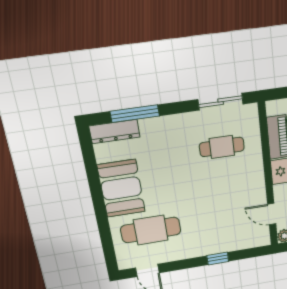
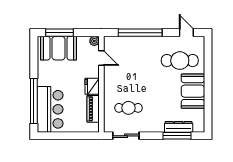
dresser: (115, 132) -> (179, 127), moved
window: (218, 258) -> (140, 33), width x3.17

